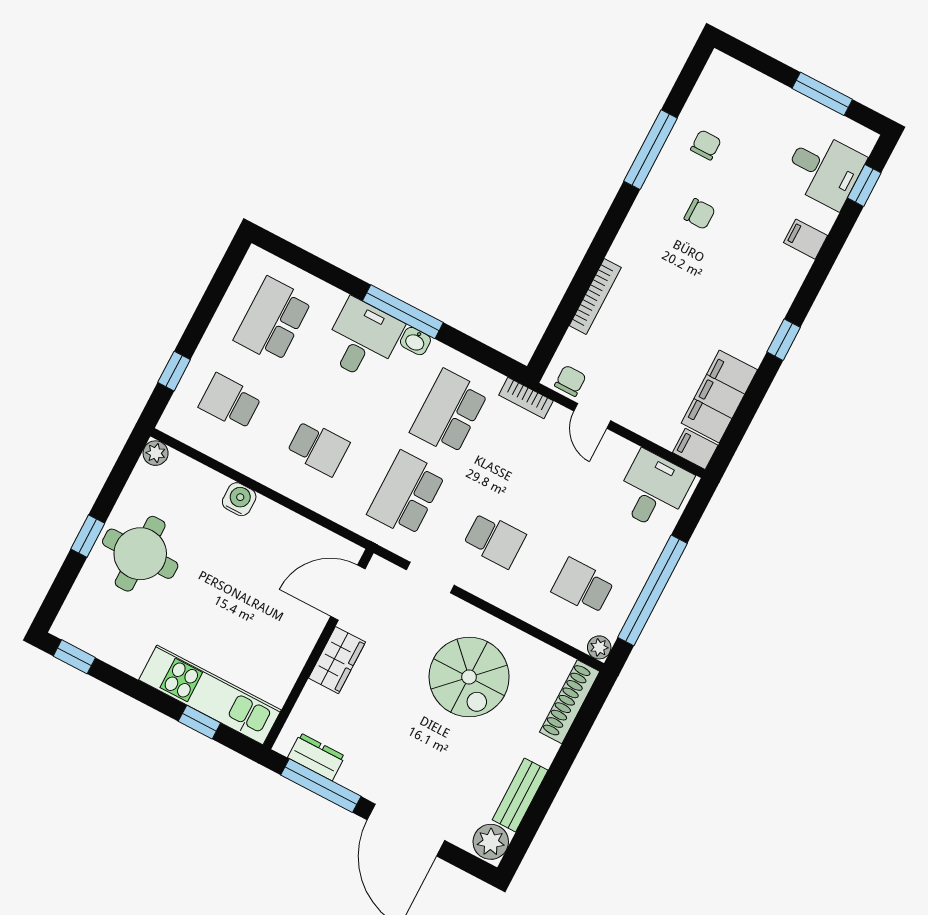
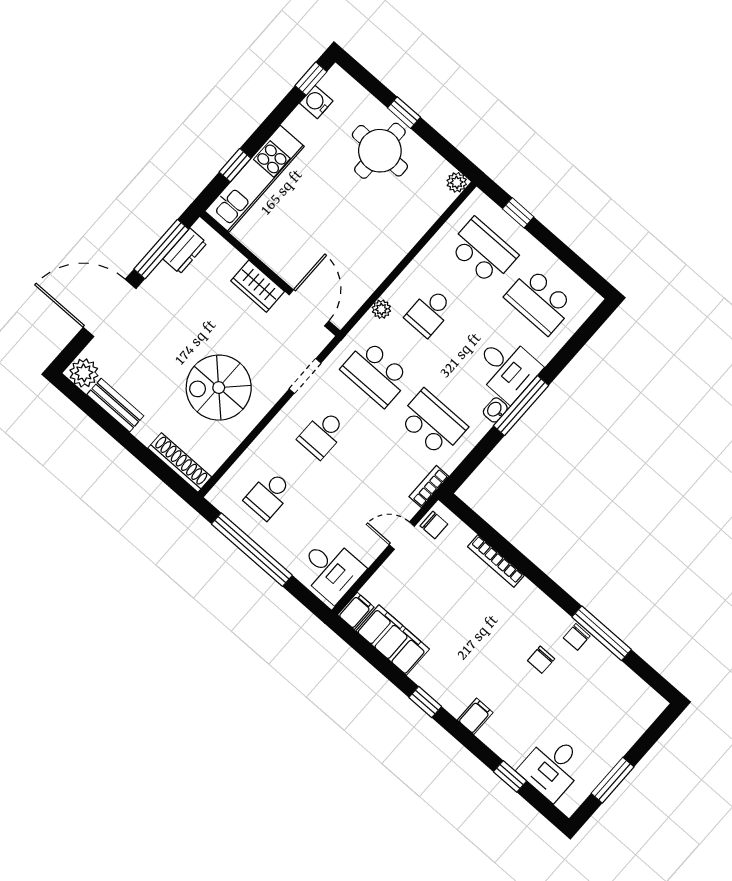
chair: (706, 145) -> (577, 637), moved, turned 90
window: (864, 185) -> (510, 776), moved
filing cabinet: (805, 239) -> (475, 716), moved
school desk: (273, 320) -> (540, 301), turned 180
school desk: (230, 402) -> (483, 251), width x1.85
school desk: (406, 494) -> (376, 373), turned 180
water cooler: (239, 499) -> (316, 102), moved, turned 180
school desk: (583, 586) -> (269, 495), turned 180
plant: (599, 647) -> (381, 309), moved

